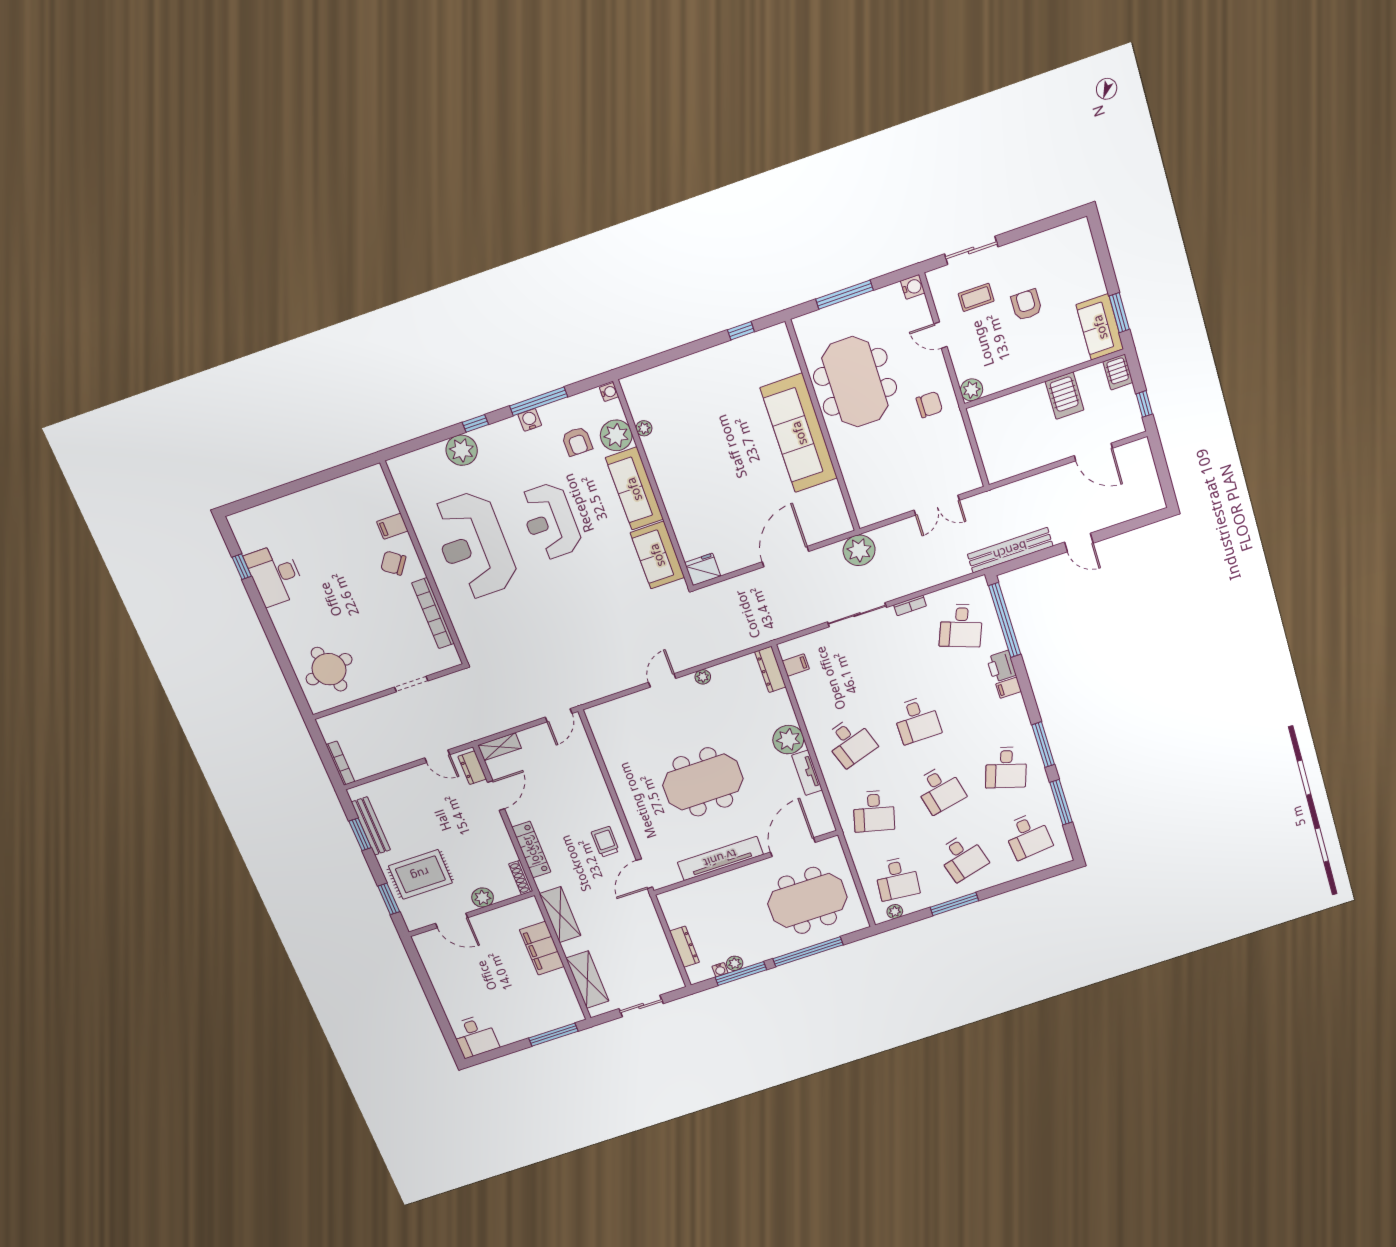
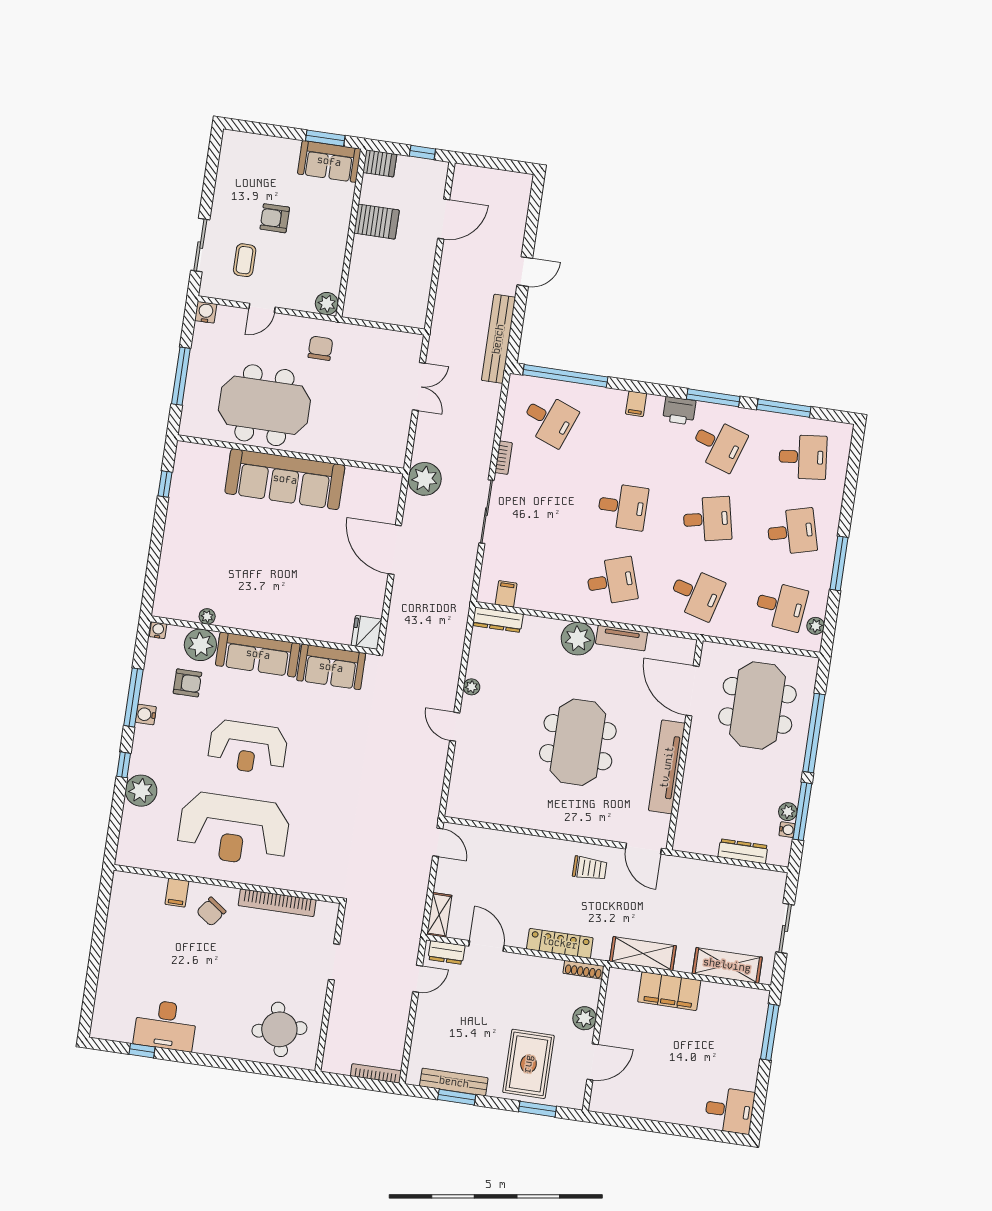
printer: (1001, 666) -> (679, 411), moved
trolley: (605, 842) -> (590, 868), turned 180

